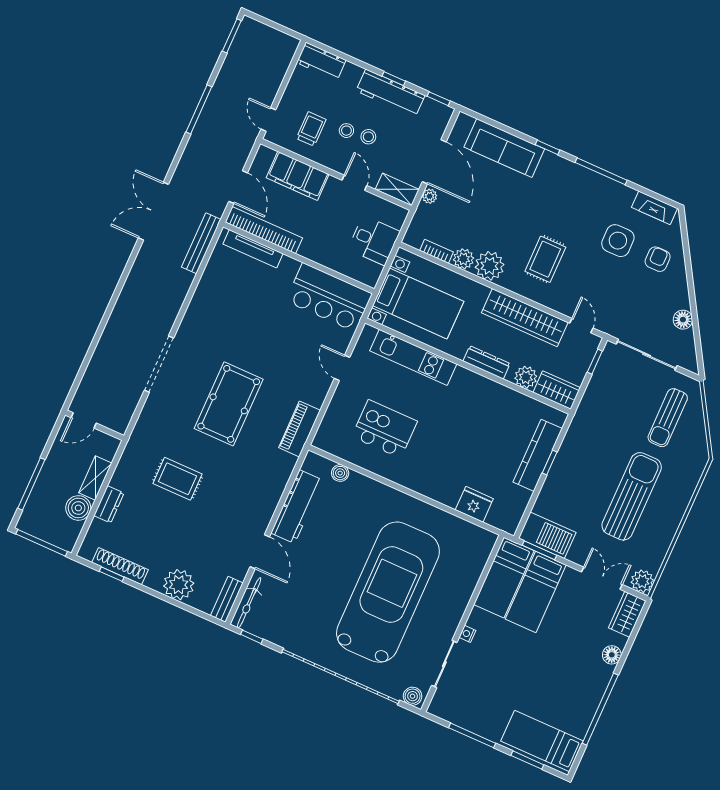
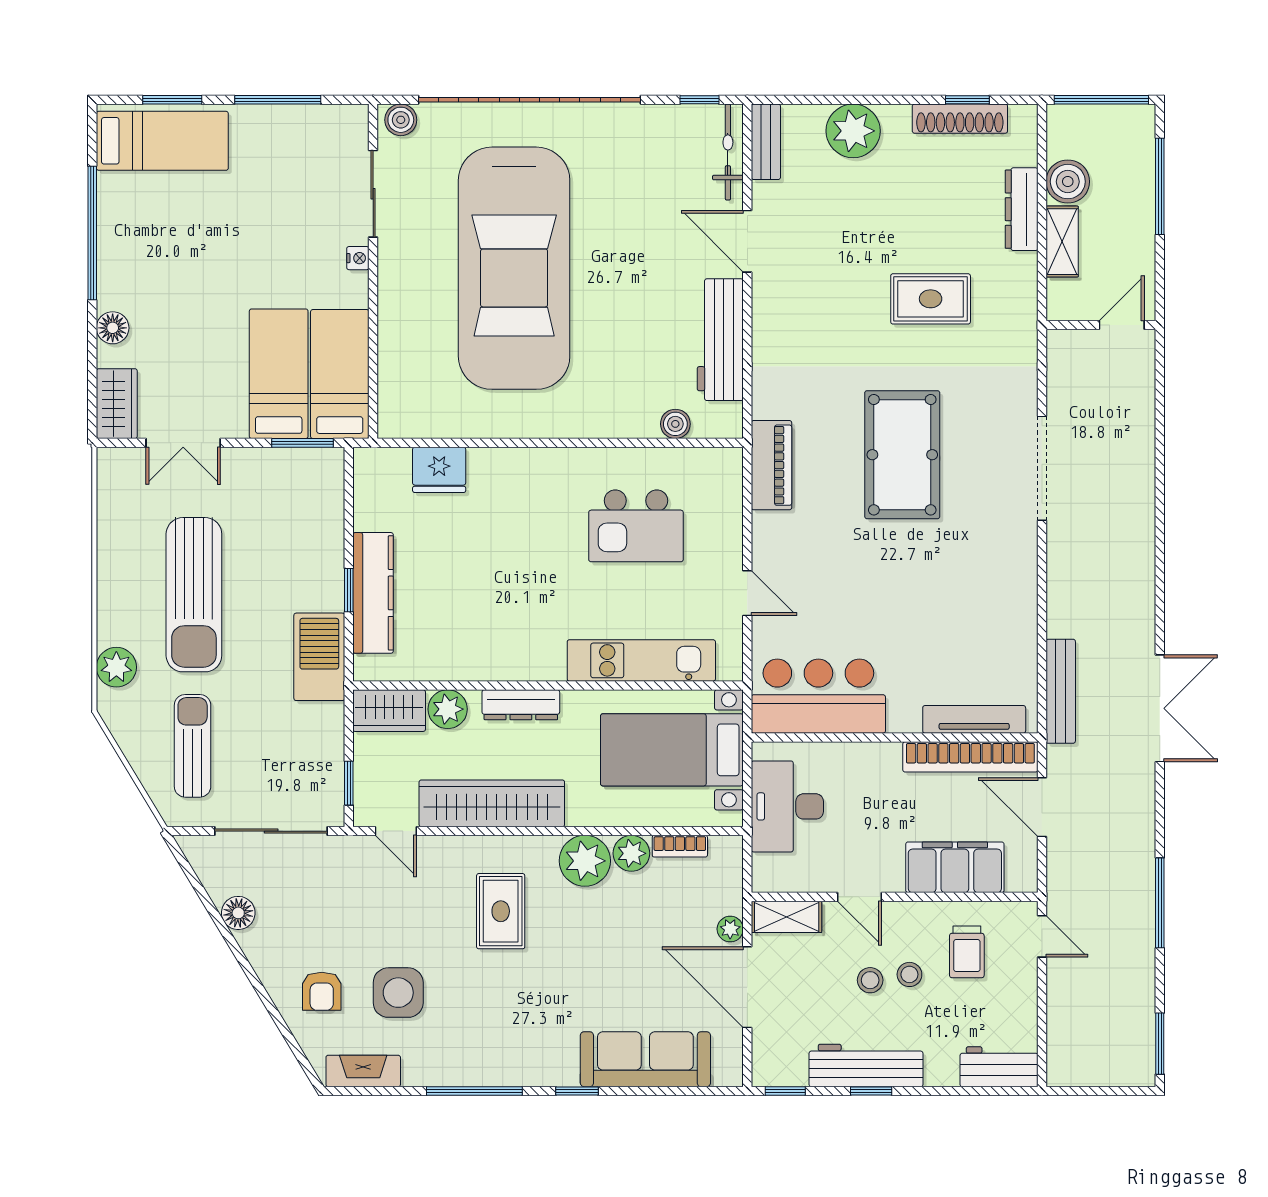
desk: (374, 240) -> (787, 806), width x1.37
dresser: (109, 504) -> (1022, 209), width x1.44
barbecue: (547, 535) -> (319, 657), moved, turned 90
plant: (642, 581) -> (116, 667), moved

